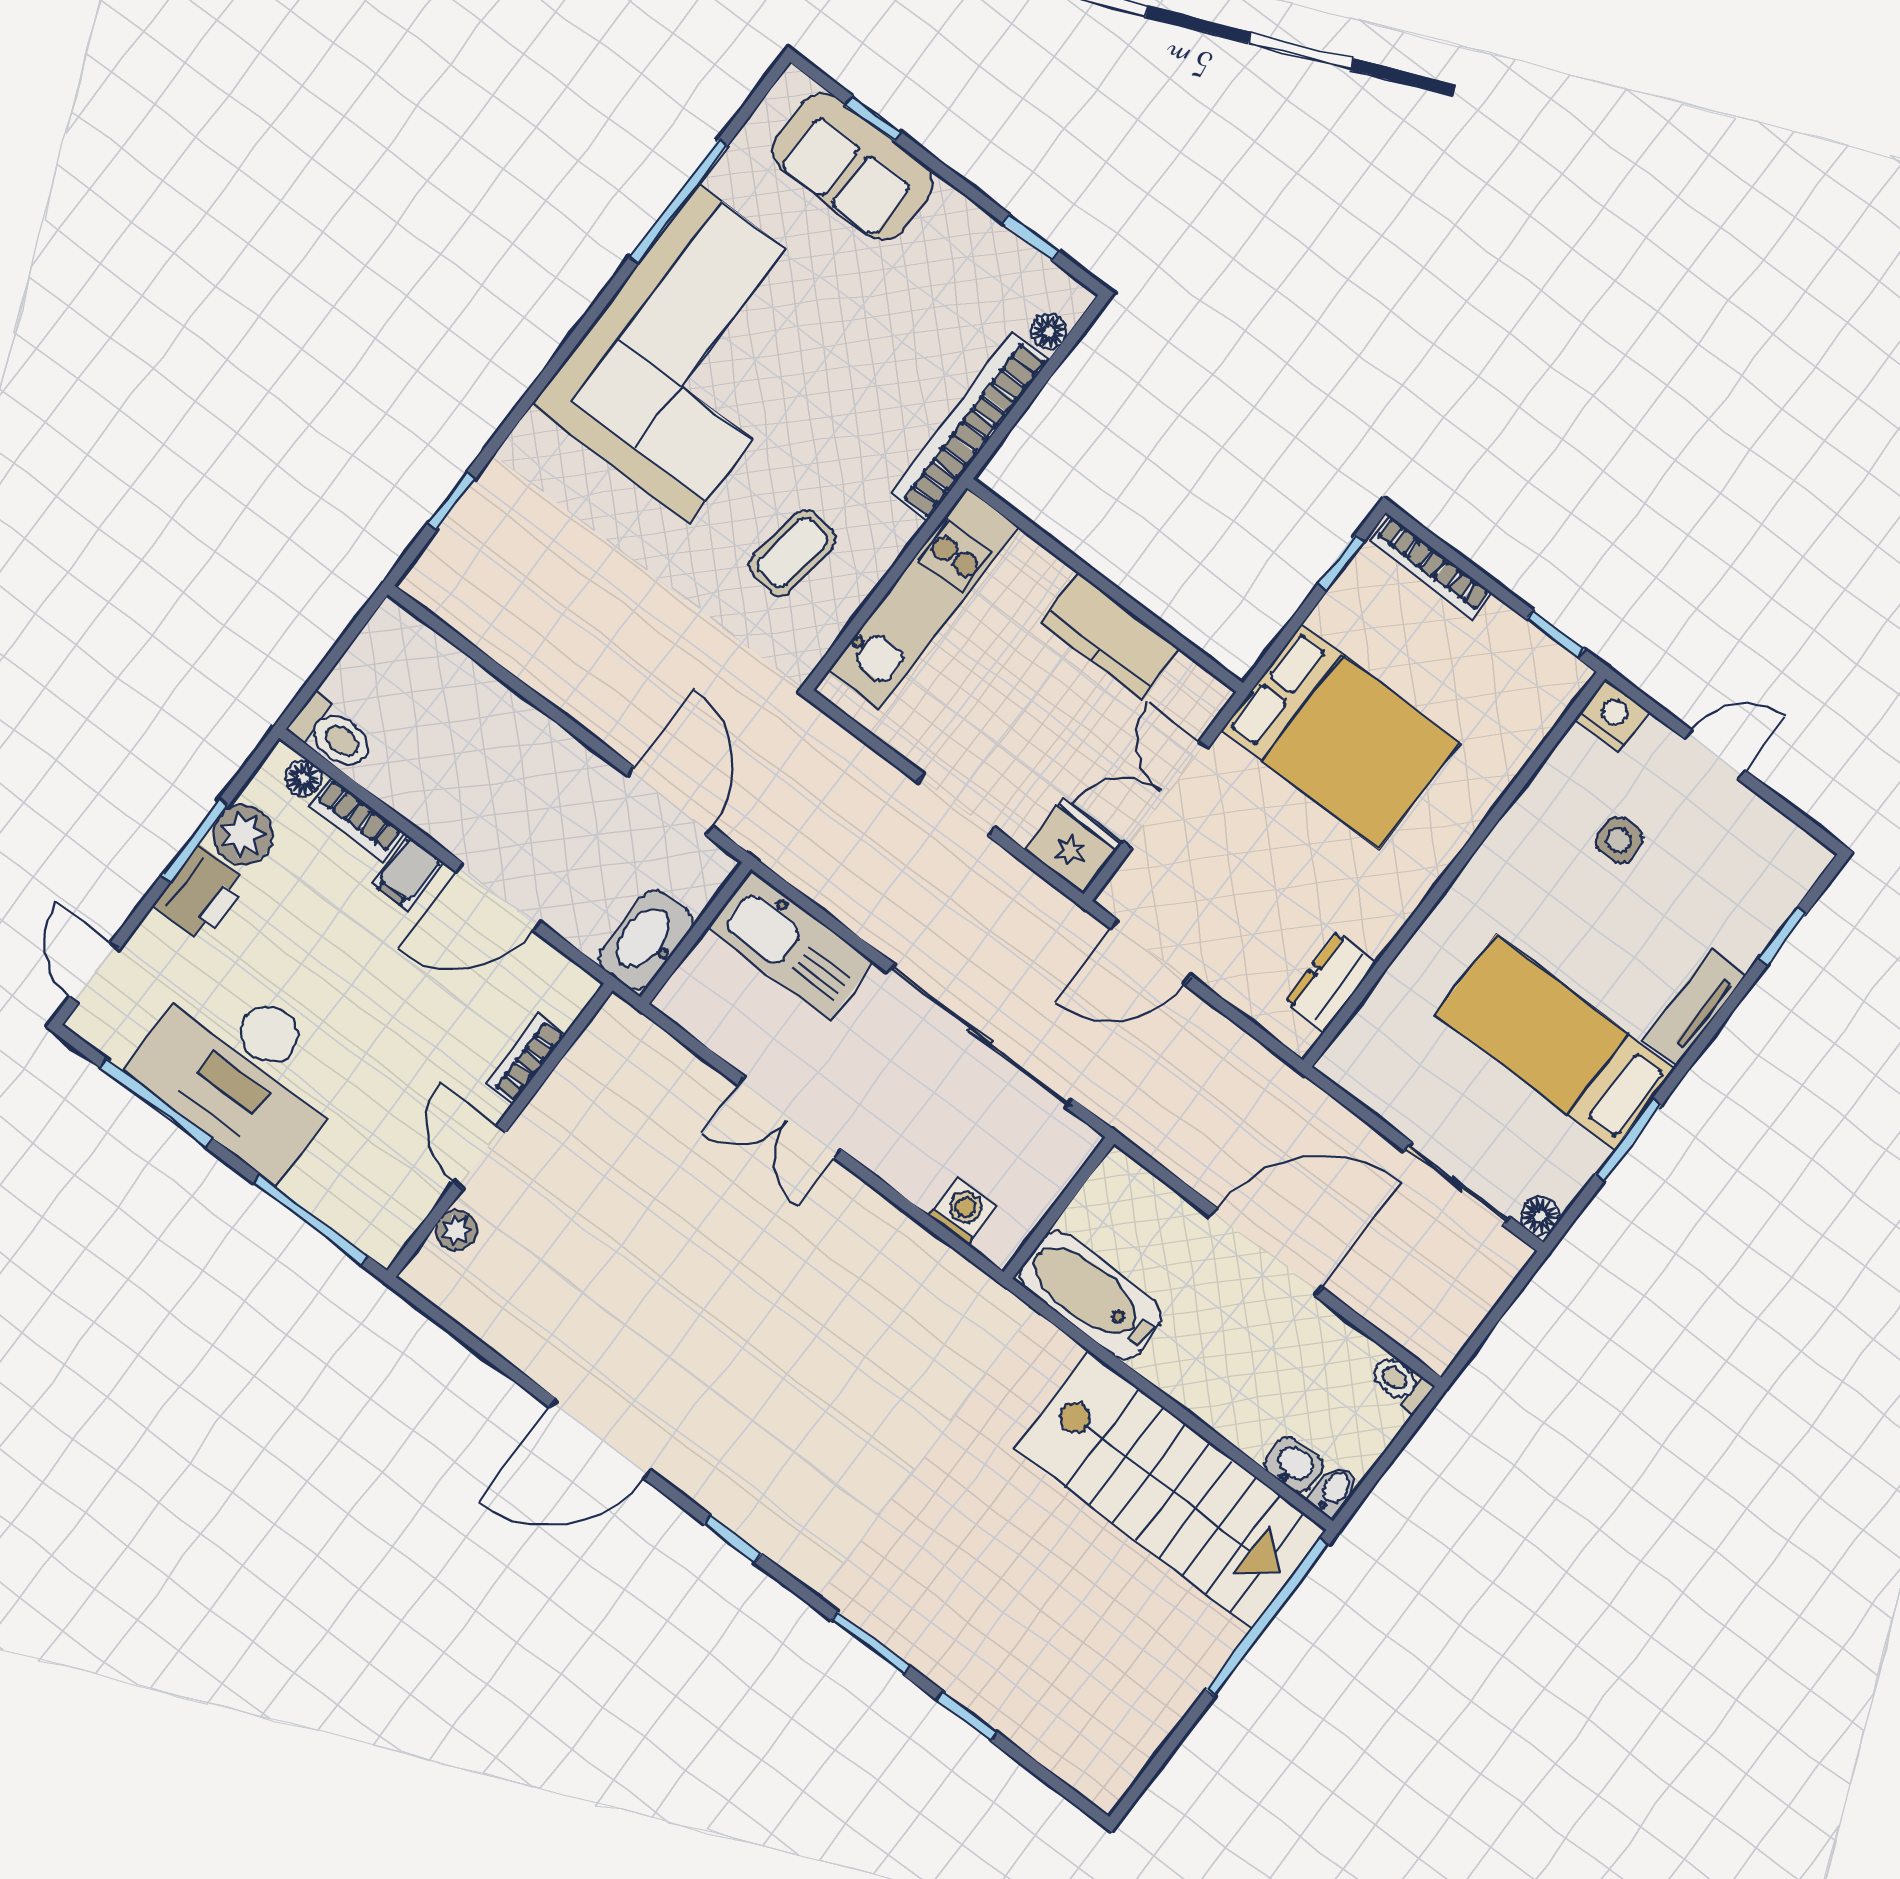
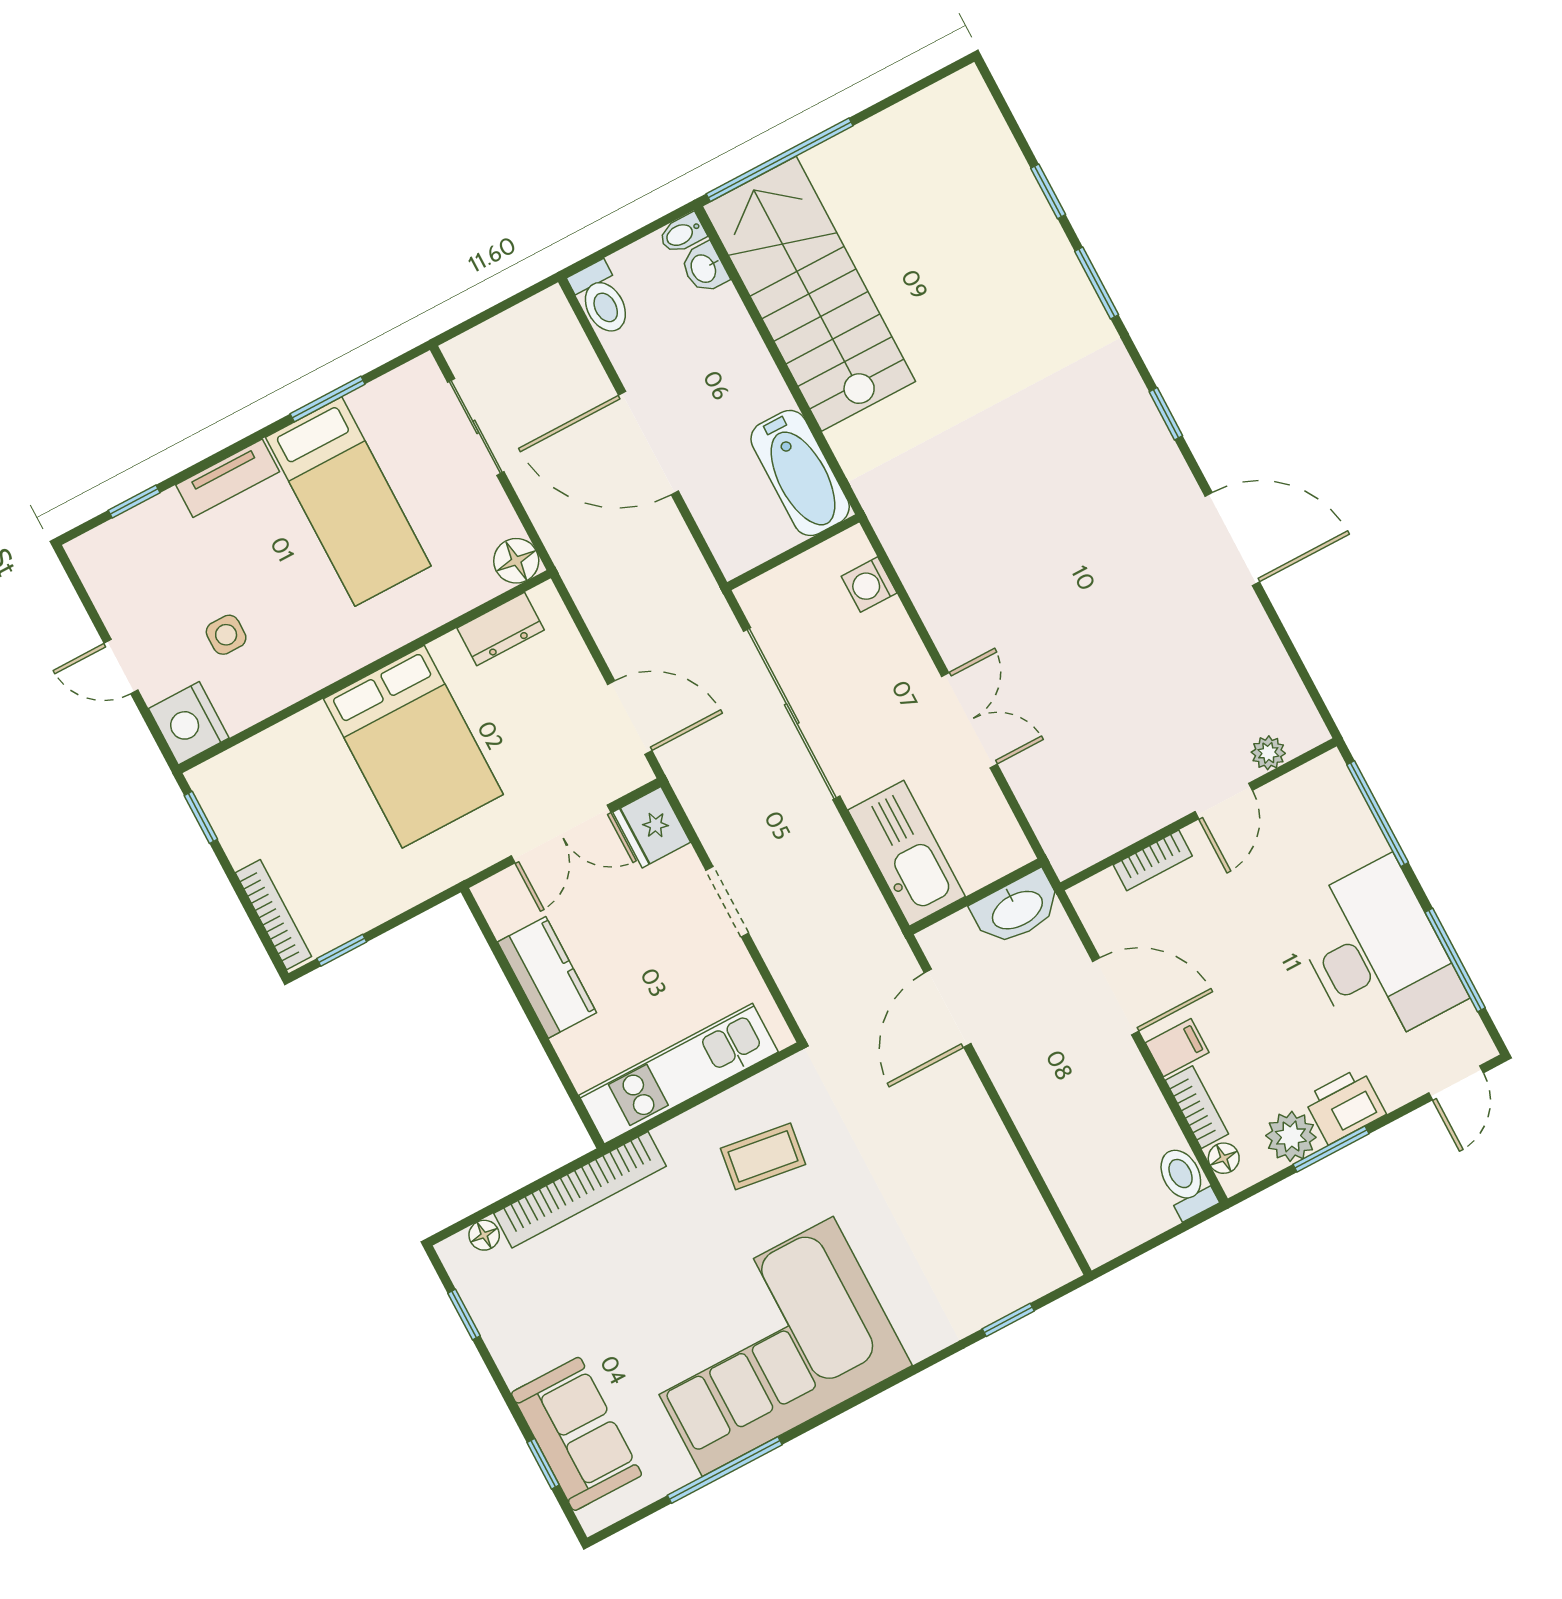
nightstand: (1612, 715) -> (189, 723), width x1.36, depth x1.33
bed: (1340, 736) -> (413, 747), moved, turned 180
floor lamp: (1540, 1216) -> (516, 561), moved, width x1.37, depth x1.37
toilet: (1401, 1383) -> (601, 299), width x1.37, depth x1.39

